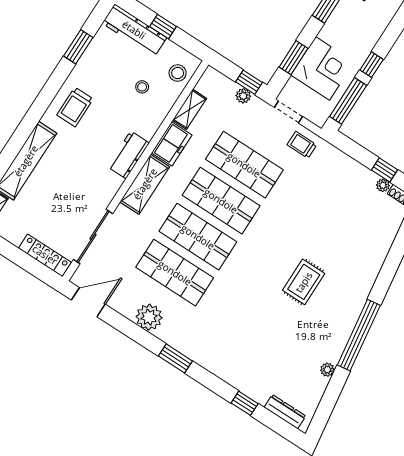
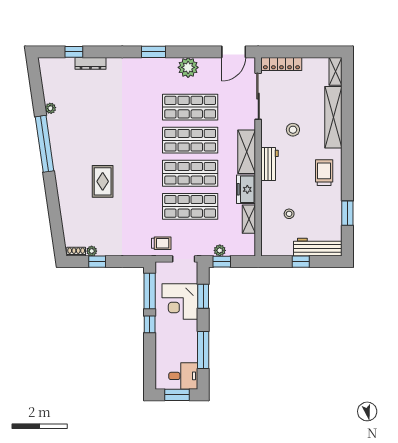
stool: (178, 73) -> (293, 130), moved
rug: (304, 282) -> (103, 181), moved
window: (245, 403) -> (74, 52), moved
dresser: (285, 412) -> (90, 63), moved

